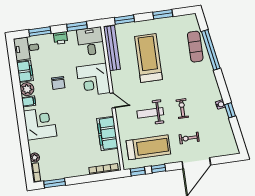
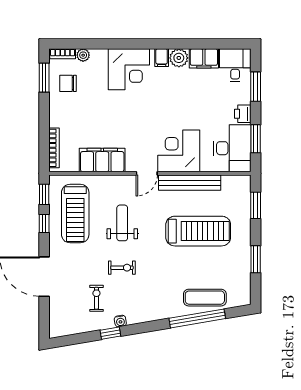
desk: (91, 41) -> (232, 148), width x1.37
bench: (112, 48) -> (190, 183), moved
chair: (58, 83) -> (68, 83), moved
exercise bike: (189, 138) -> (96, 298), moved

